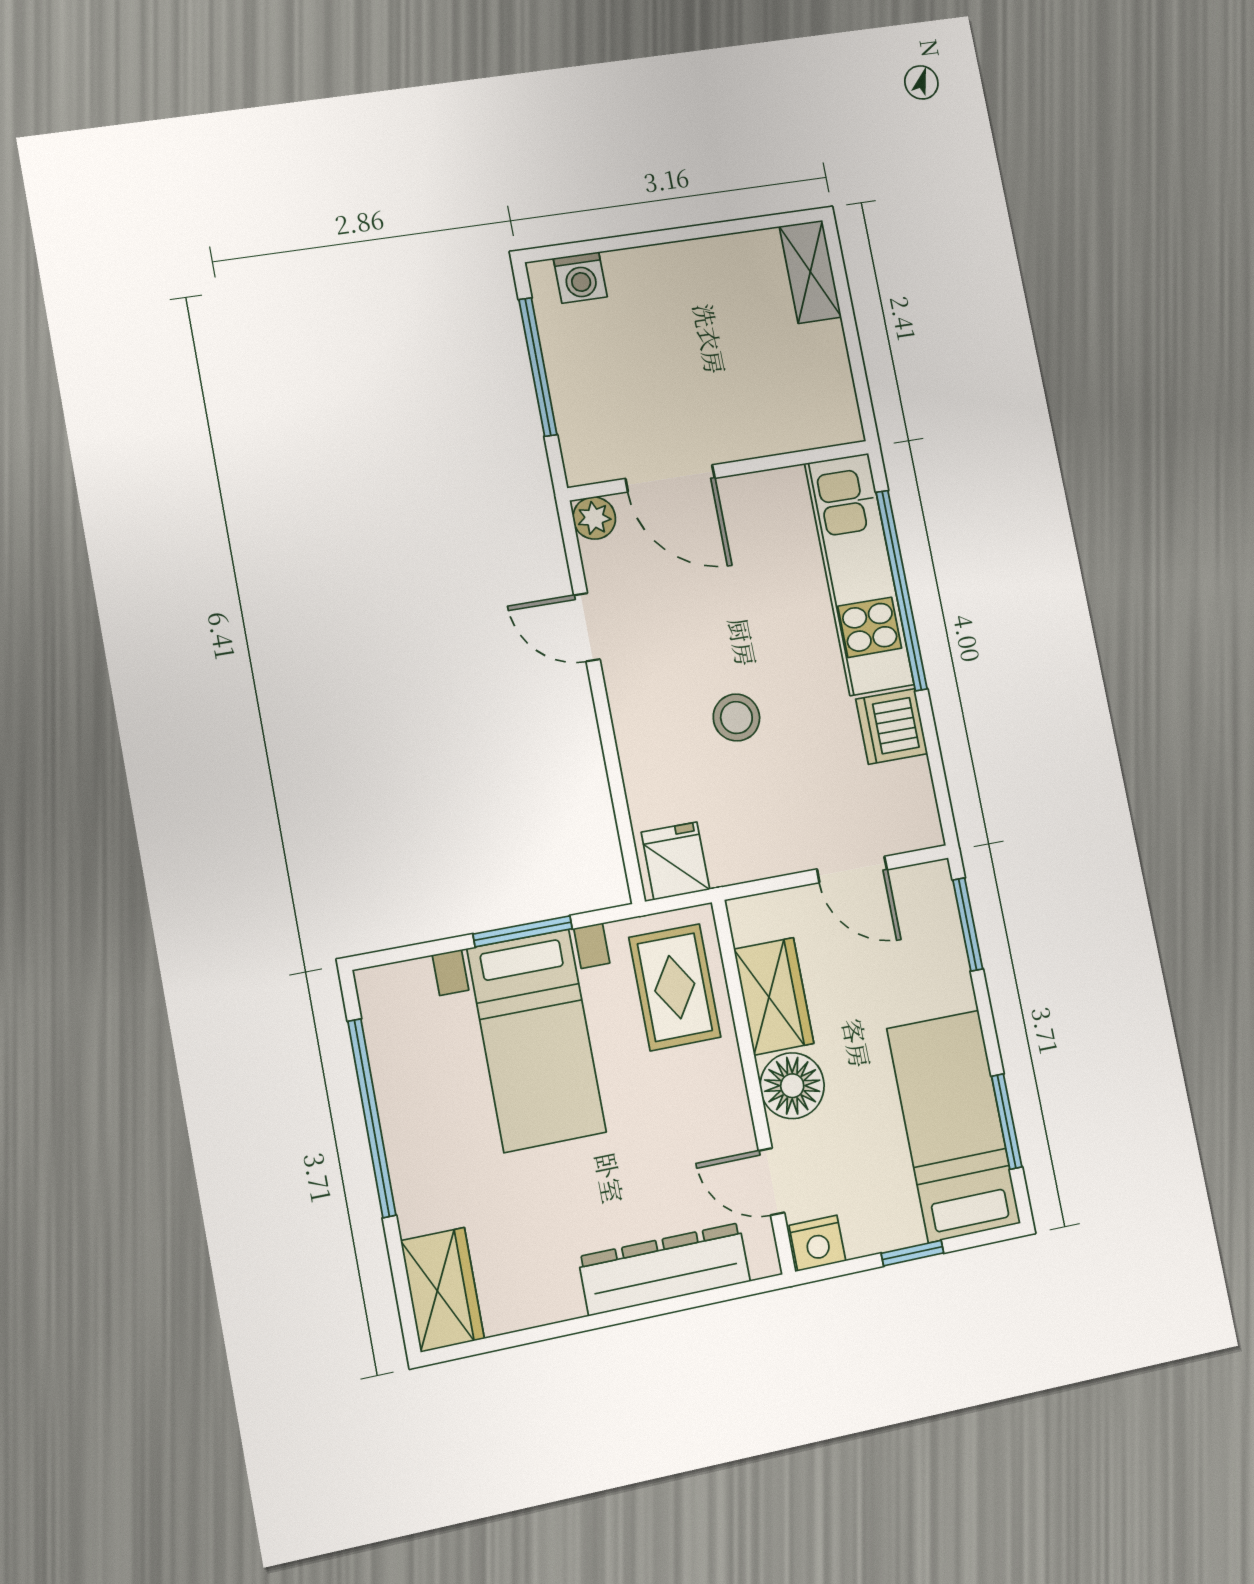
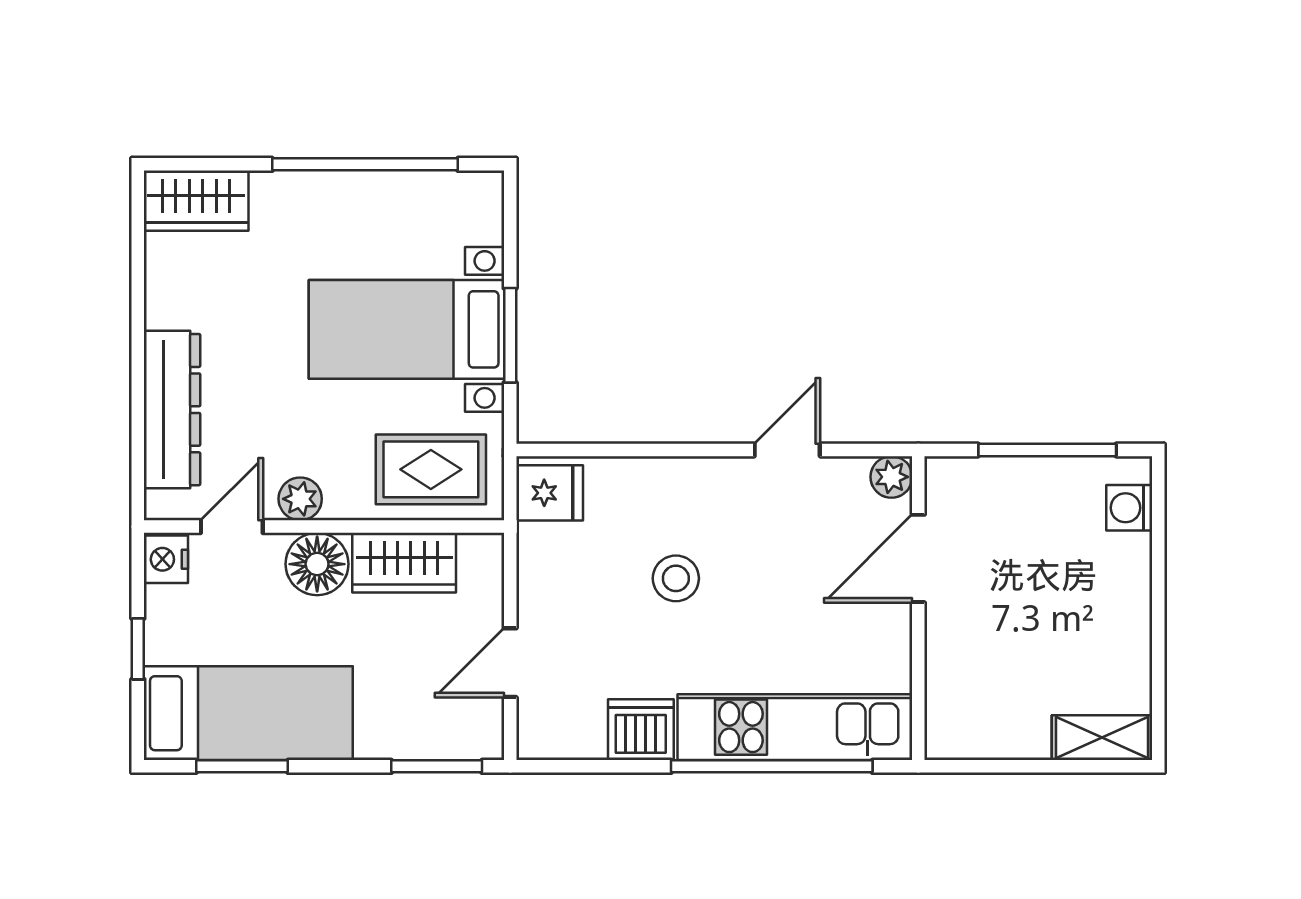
plant: (730, 1116) -> (300, 499), added

